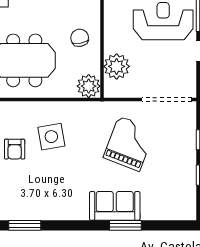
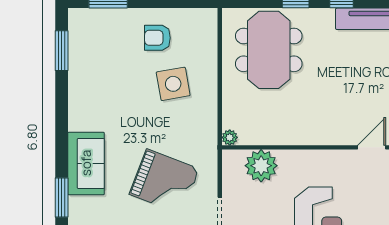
chair: (80, 38) -> (297, 119), removed
plant: (89, 86) -> (230, 137), width x0.53, depth x0.53
window: (125, 225) -> (62, 198), moved

